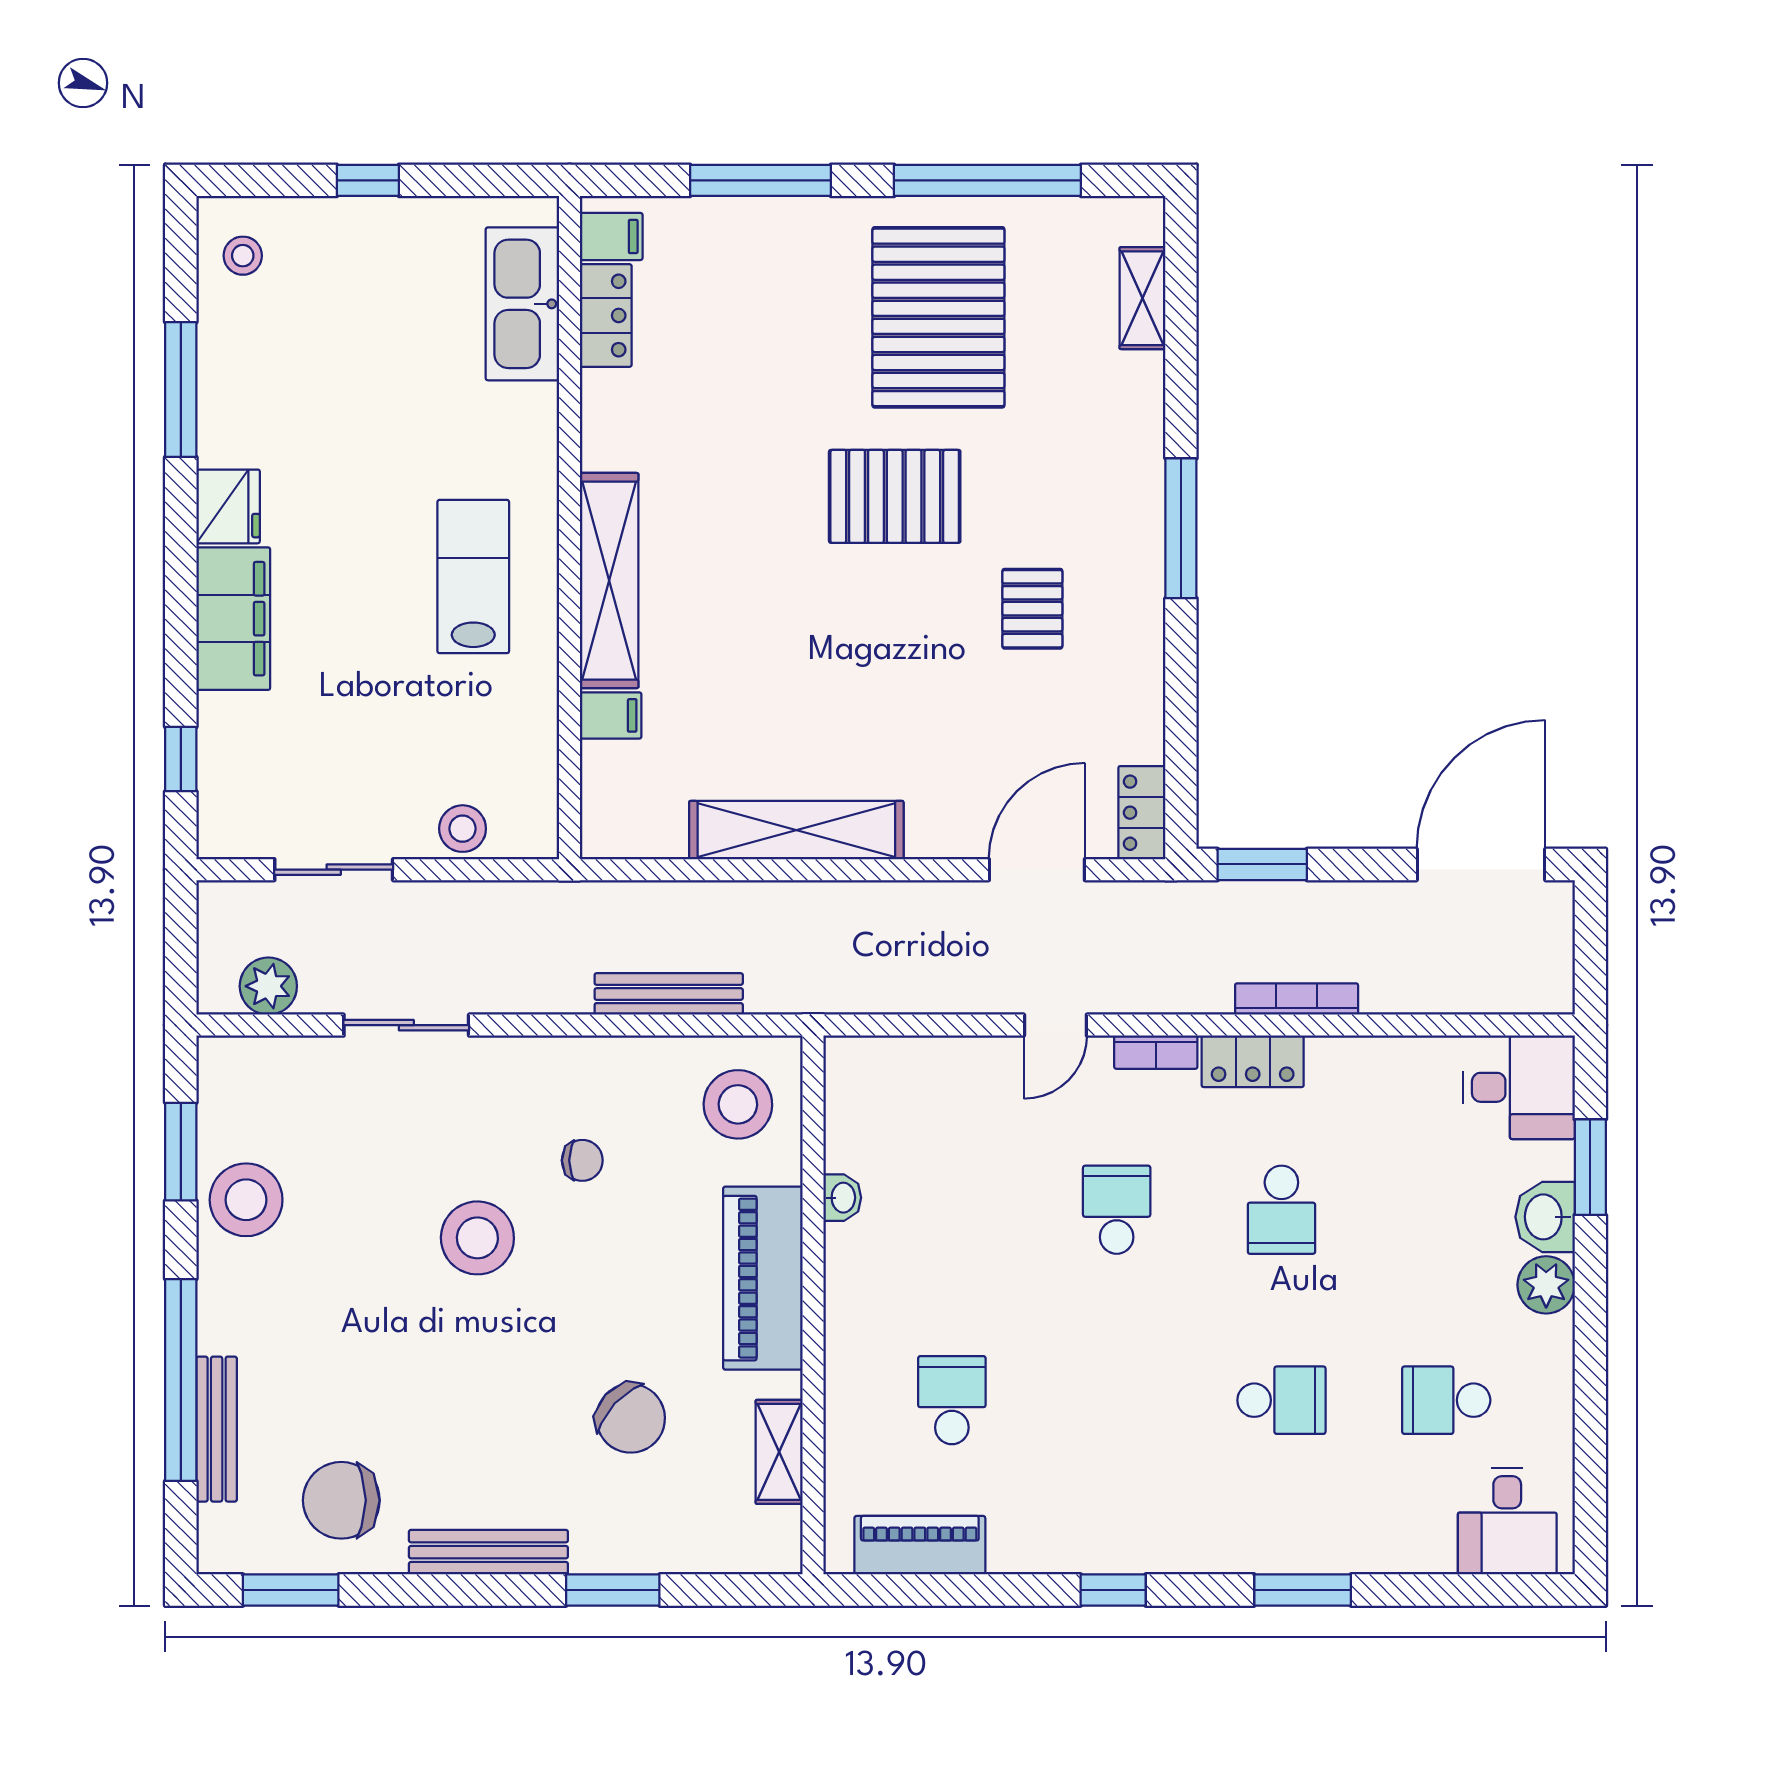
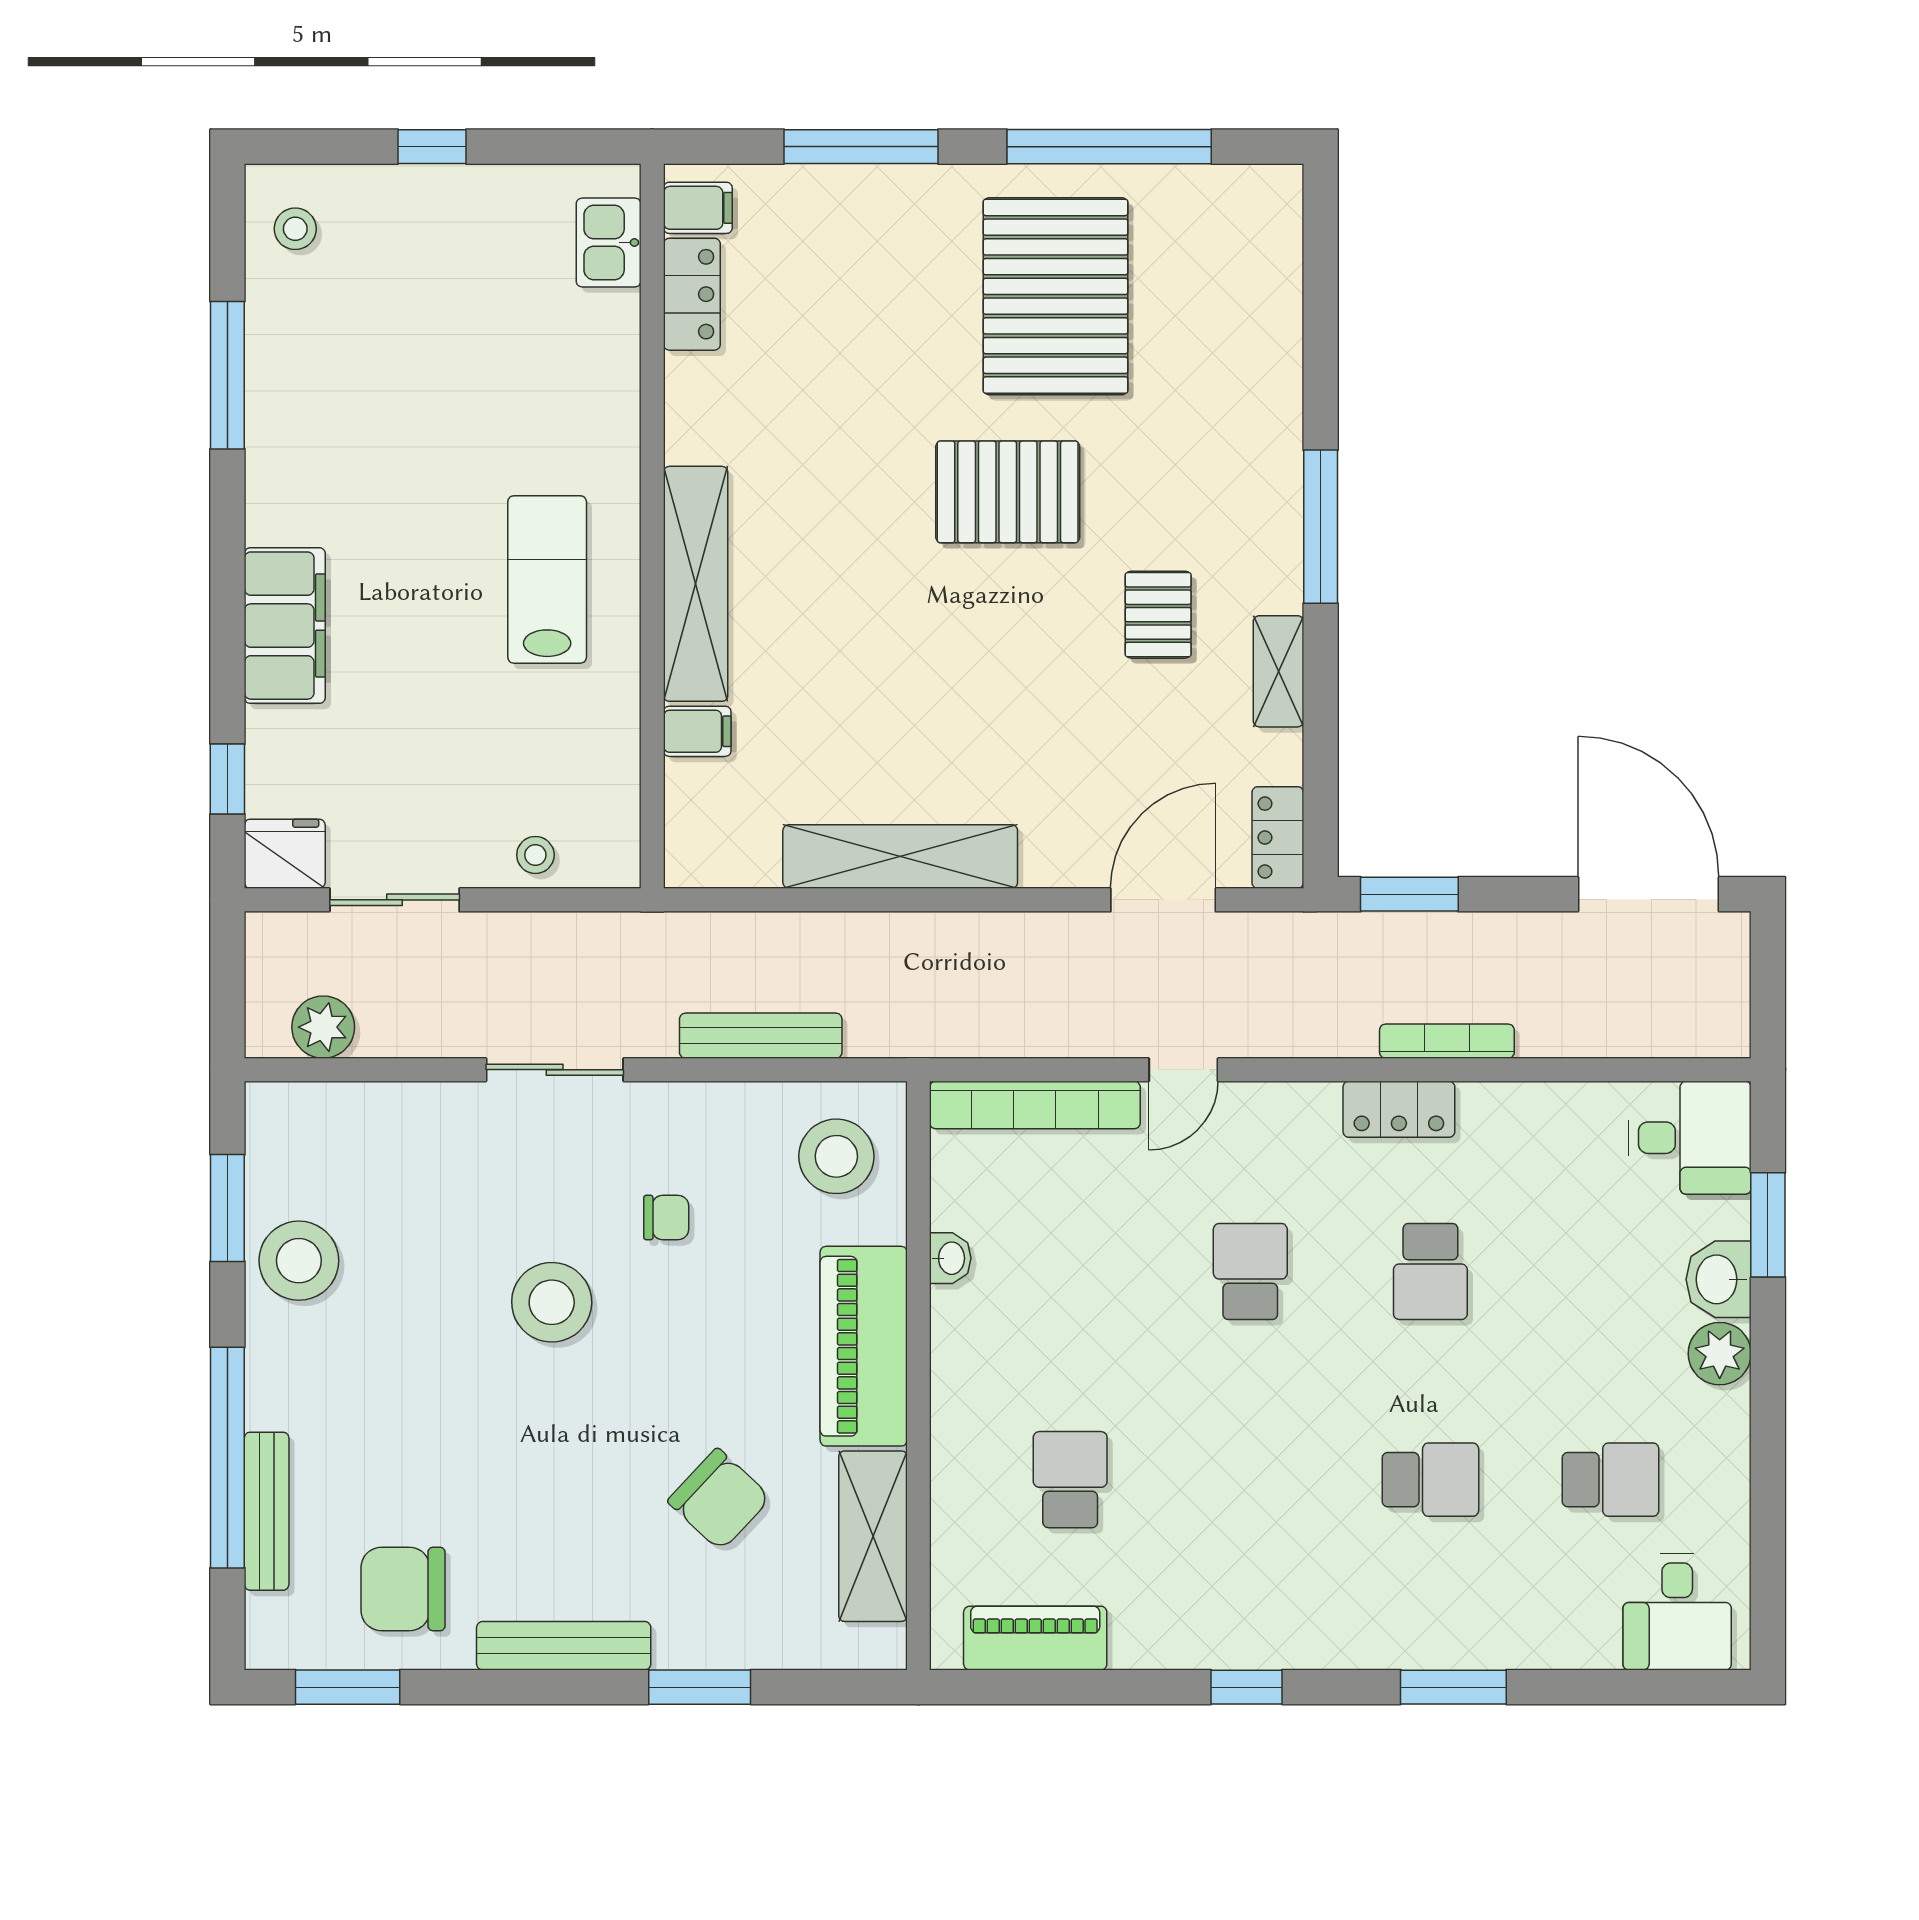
shelving: (1142, 298) -> (1278, 671), moved
kitchen sink: (522, 304) -> (609, 242), width x0.53, depth x0.81
fridge: (228, 506) -> (285, 854), moved, turned -90
stool: (463, 829) -> (535, 855), width x0.73, depth x0.73
door: (1481, 864) -> (1649, 894), hinge flipped
sliding door: (406, 1025) -> (555, 1070), moved
bookcase: (1156, 1052) -> (1035, 1105), moved, width x2.31, depth x1.31
school desk: (1446, 1400) -> (1611, 1480), turned 180
shelving: (779, 1452) -> (873, 1536), width x1.50, depth x1.33

